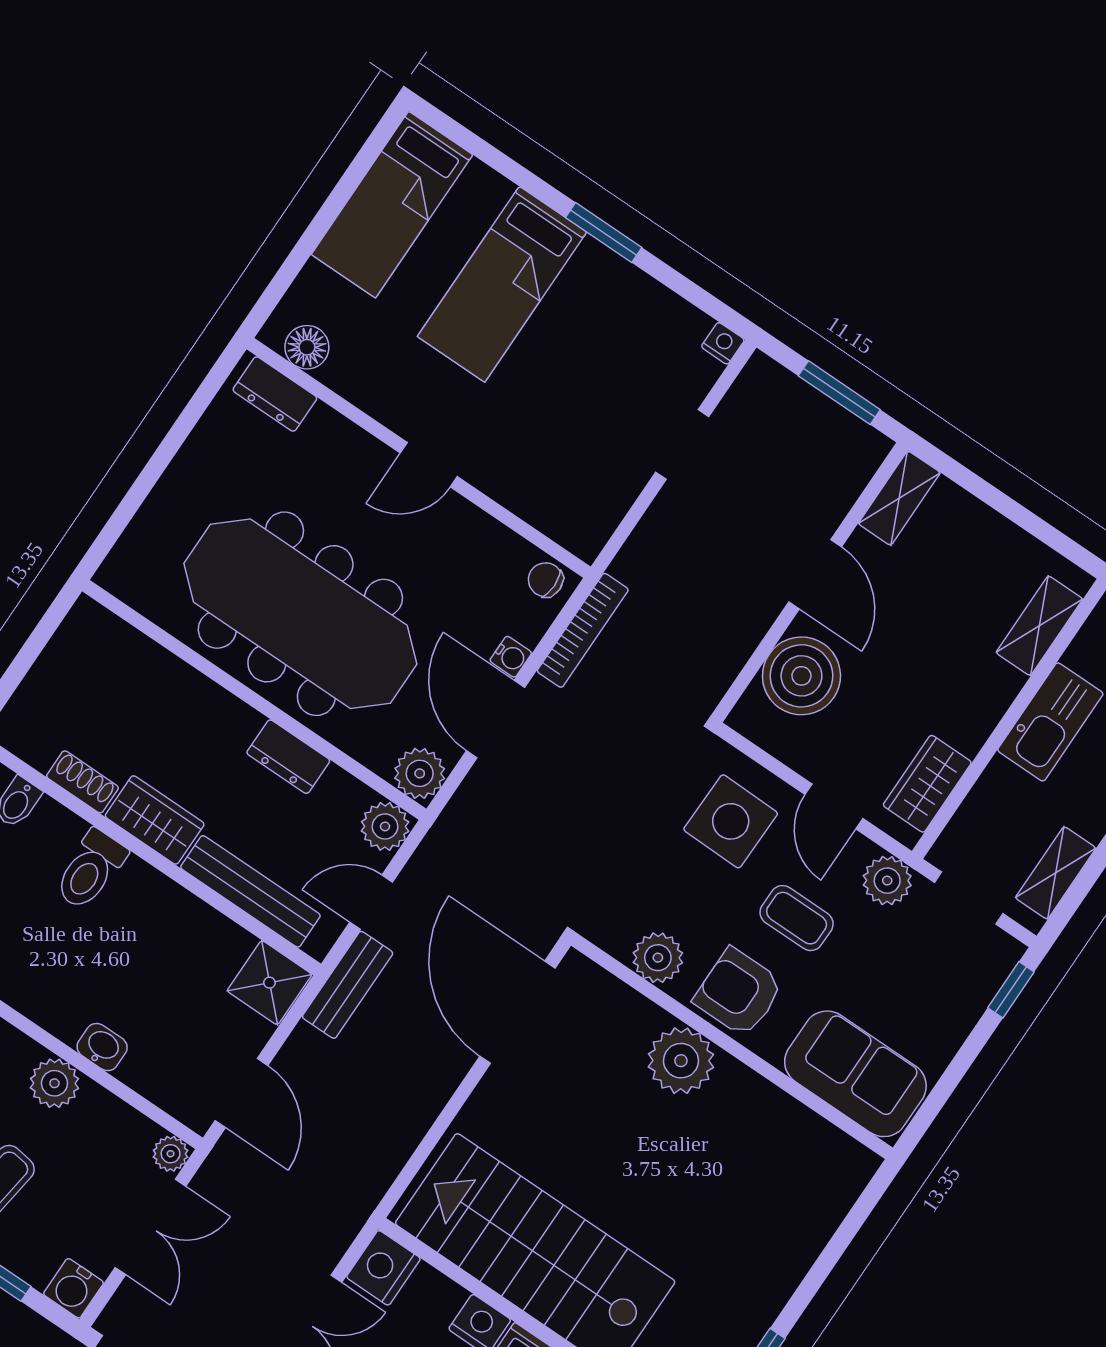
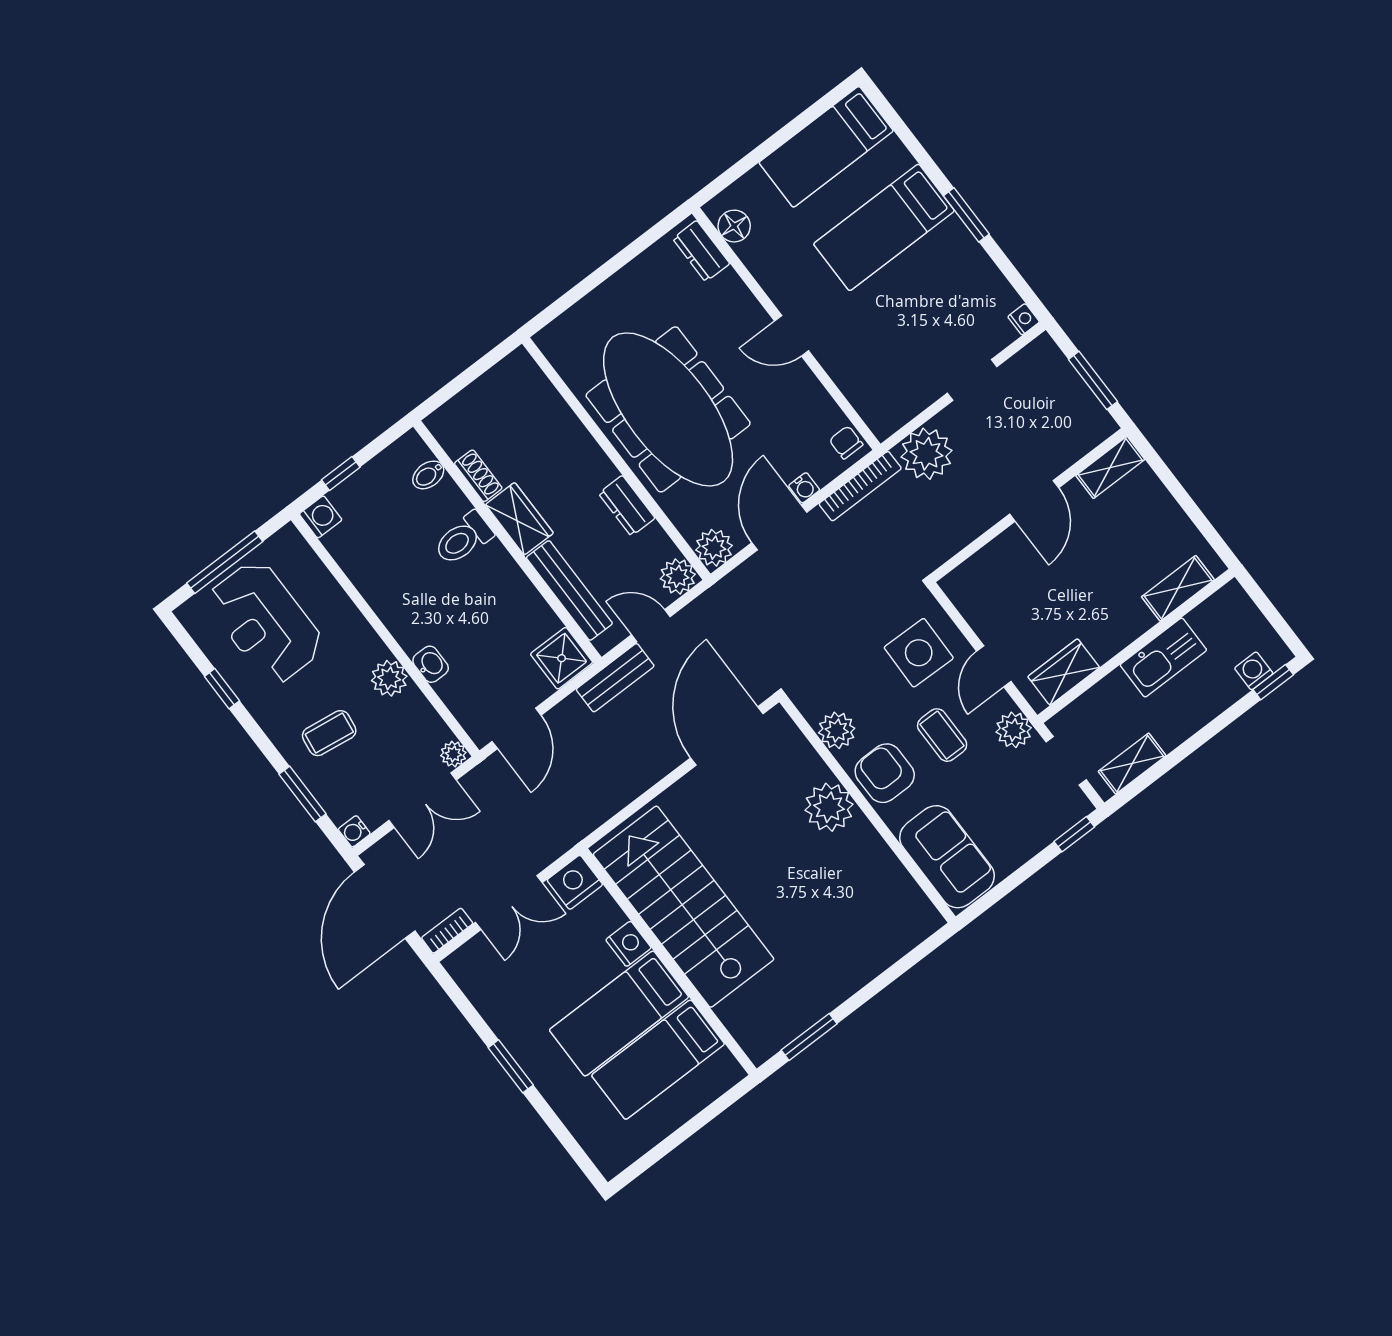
plant: (655, 560) -> (927, 454), added
boiler: (801, 676) -> (1001, 568), removed
water cooler: (74, 1288) -> (354, 831), width x0.72, depth x0.72

